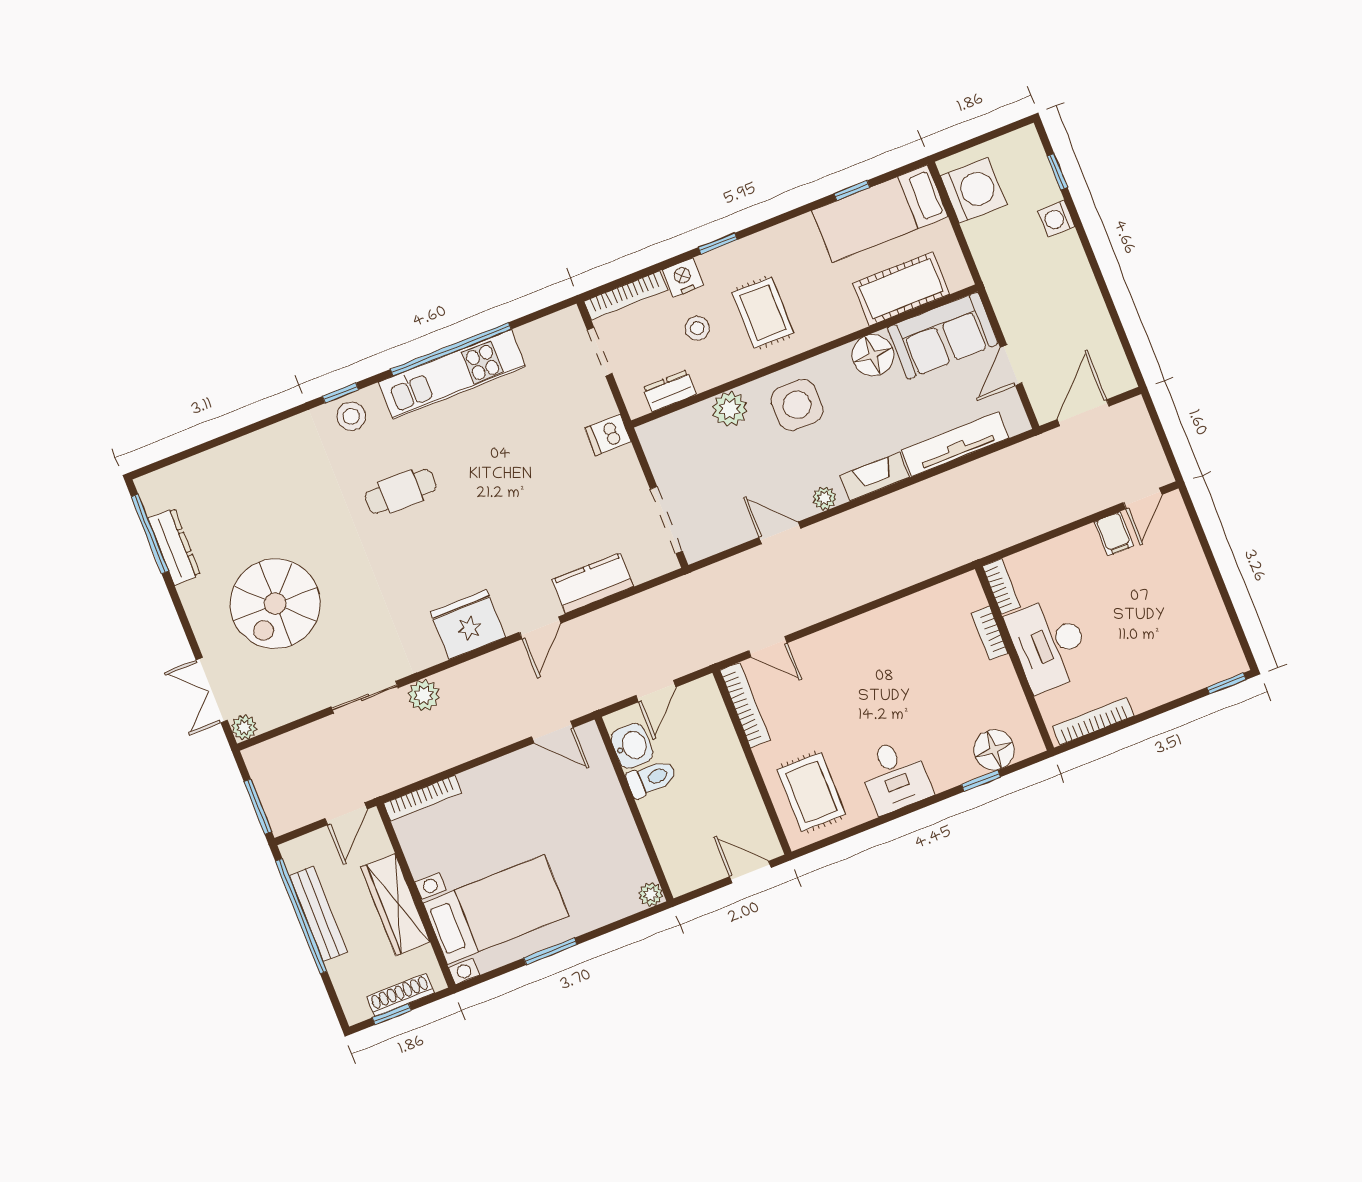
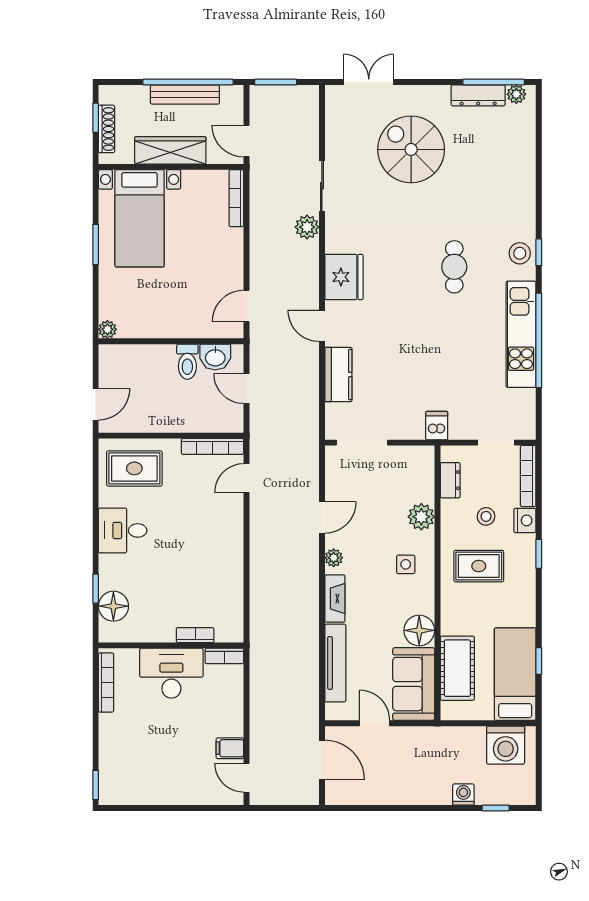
side table: (797, 405) -> (406, 564), width x0.54, depth x0.54
plant: (244, 727) -> (516, 94), moved

